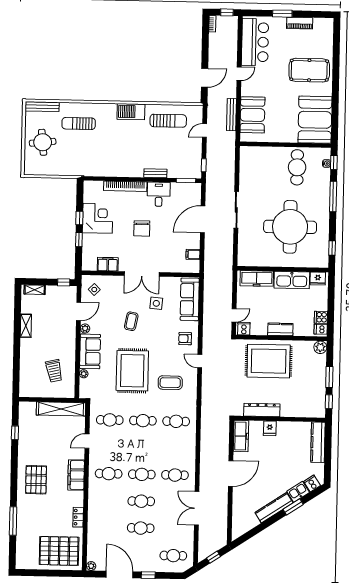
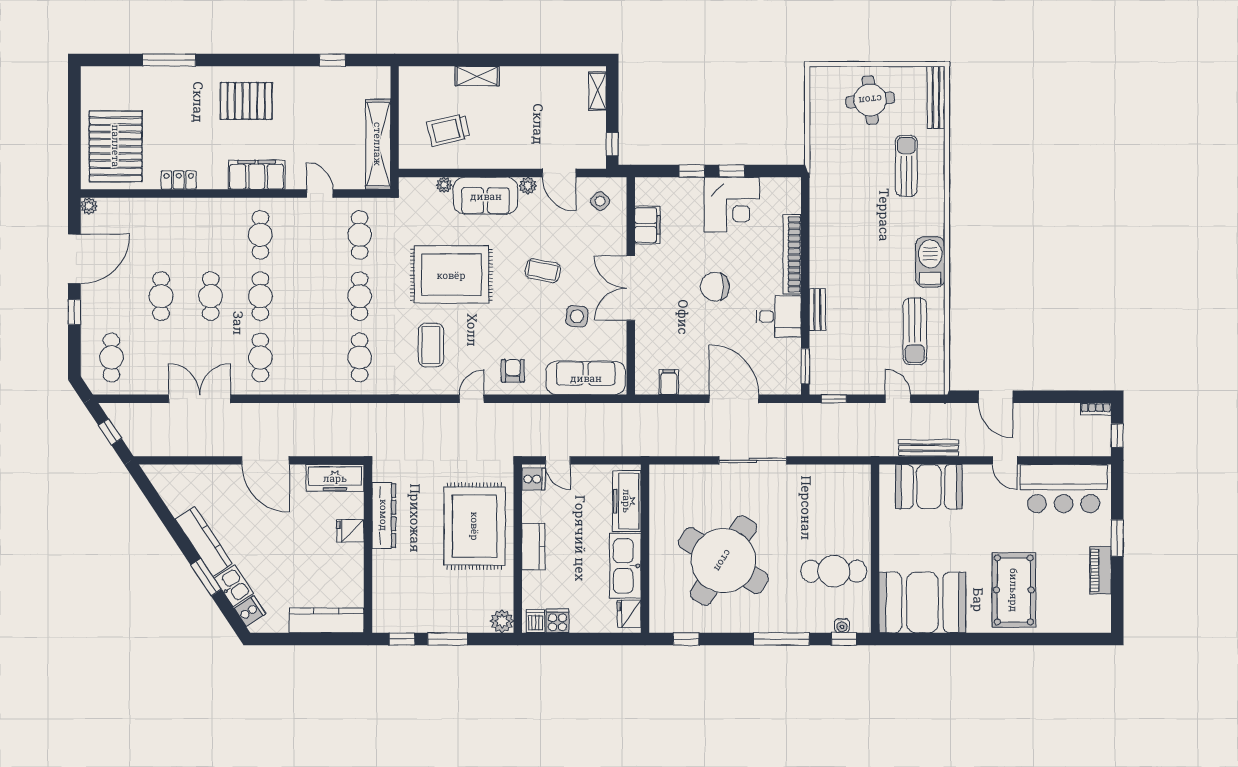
round table: (290, 227) -> (723, 561), turned 32
shelving: (26, 326) -> (477, 76), moved

